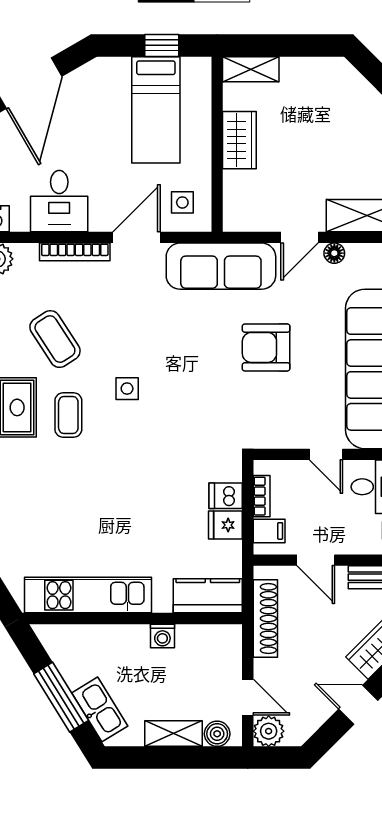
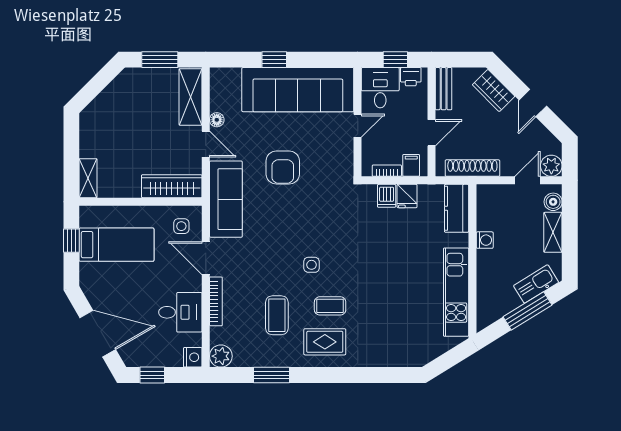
wardrobe: (239, 140) -> (172, 186), moved, width x1.50
coffee table: (55, 339) -> (277, 315), turned -57

